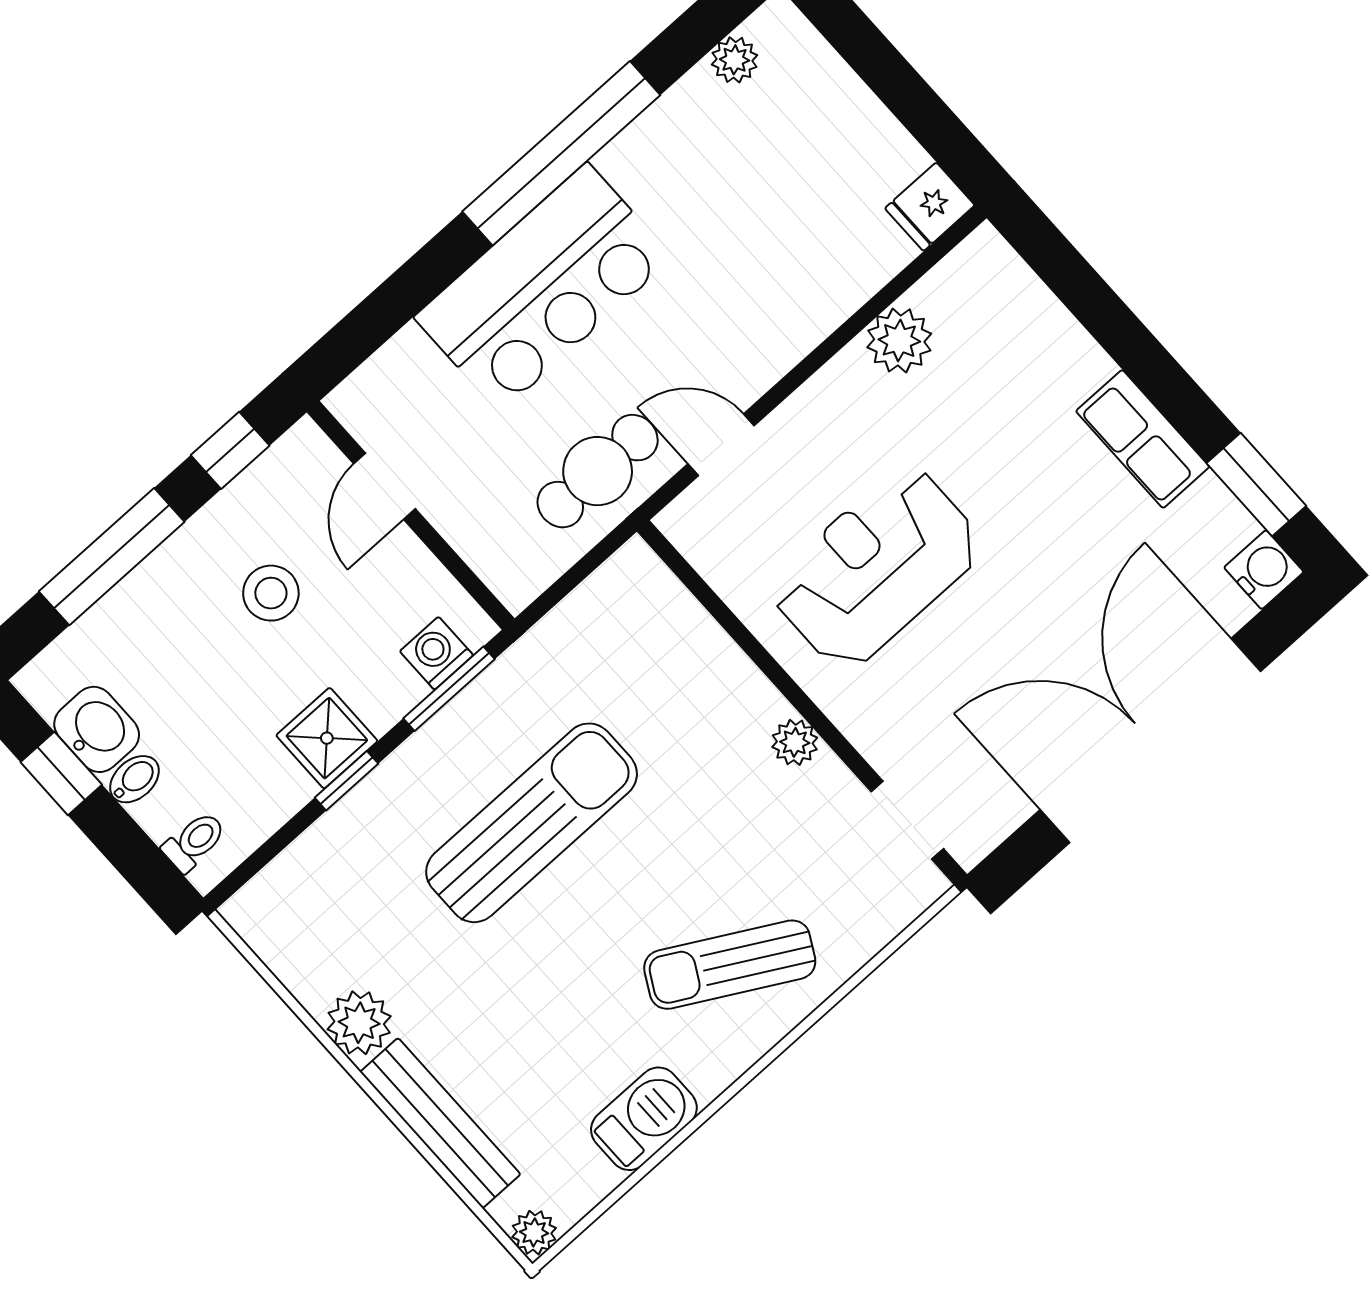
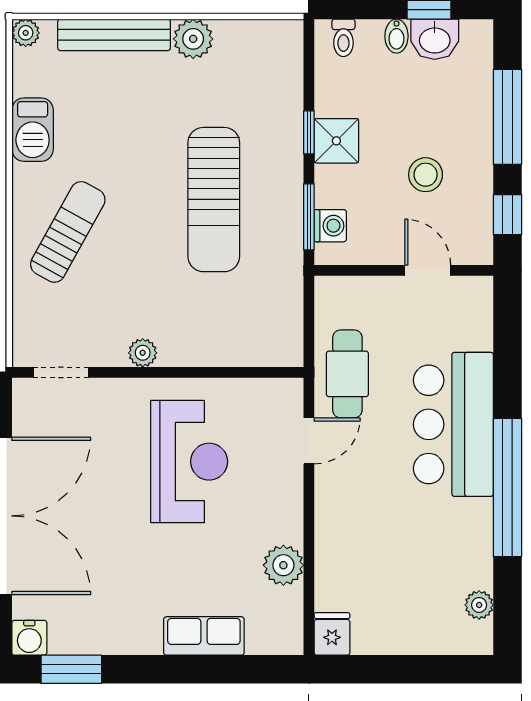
row of seats: (1143, 439) -> (204, 636), moved

